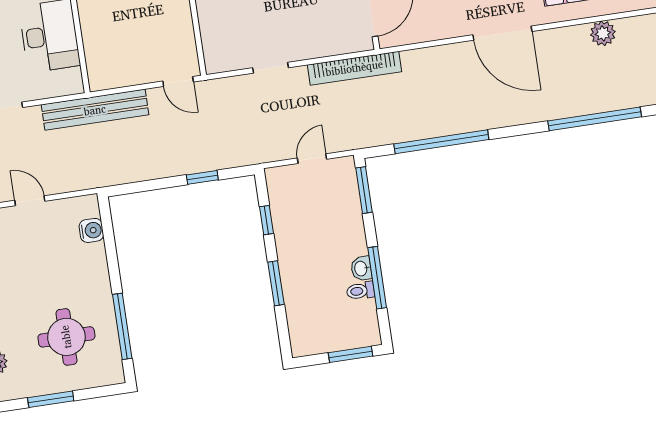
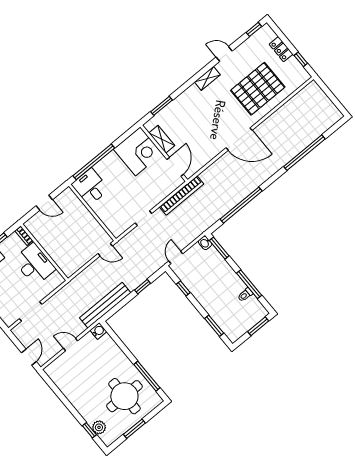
plant: (603, 33) -> (285, 112), removed
bench: (95, 110) -> (105, 305), moved
door: (312, 159) -> (176, 257), moved
water cooler: (91, 230) -> (98, 331), moved
washbasin: (361, 268) -> (205, 243), moved
window: (276, 283) -> (214, 326), moved
round table: (66, 337) -> (124, 396), width x1.36, depth x1.36

